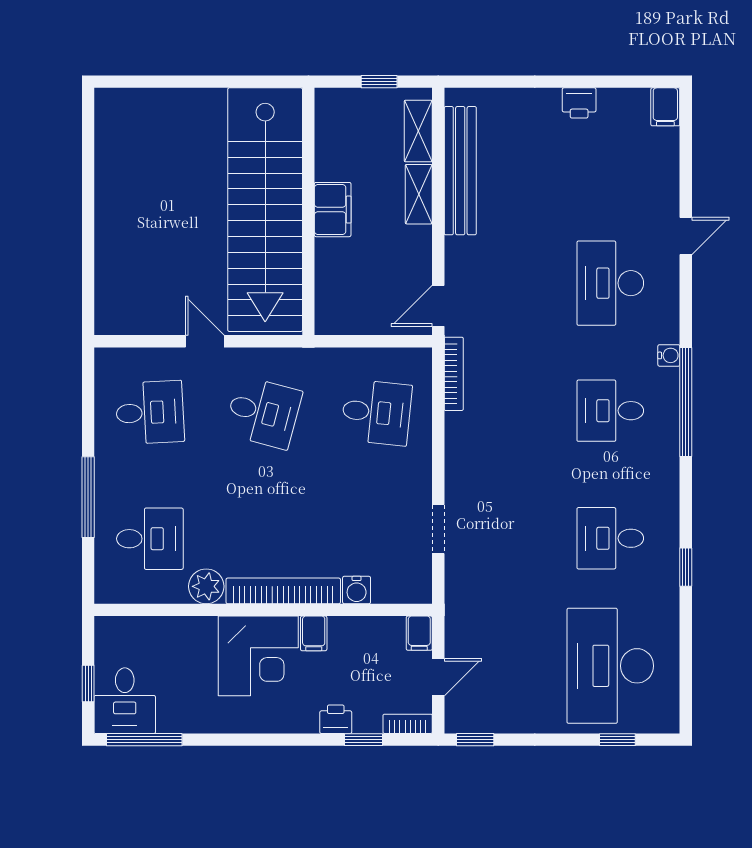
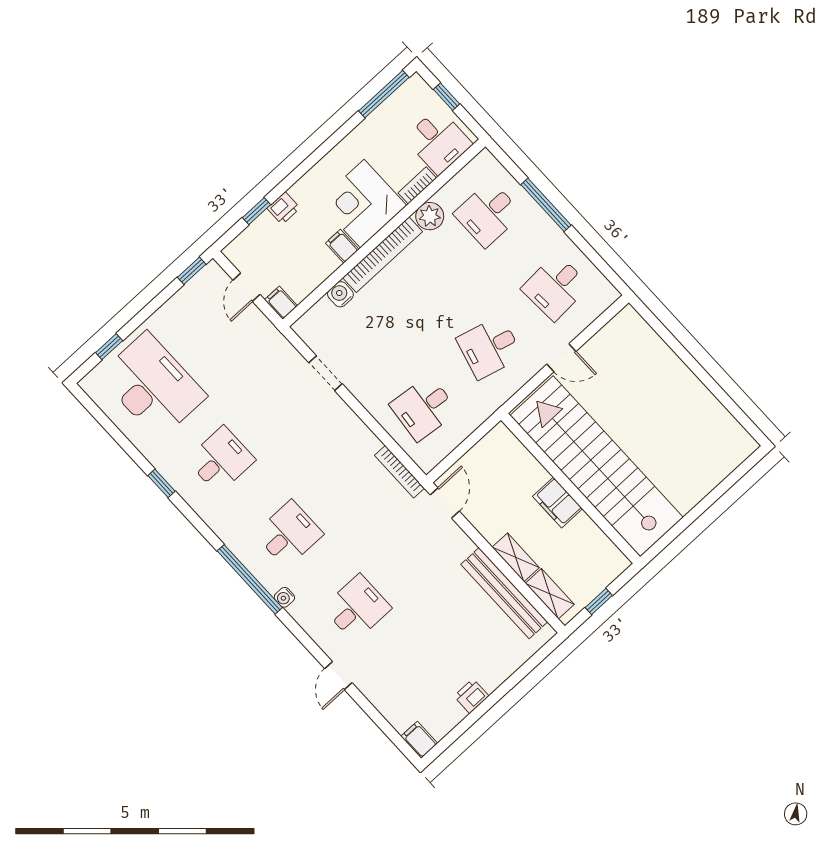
desk: (610, 283) -> (357, 608), width x0.73
desk: (125, 701) -> (438, 141), moved, turned 180
bookcase: (408, 724) -> (417, 185), moved, turned 180

